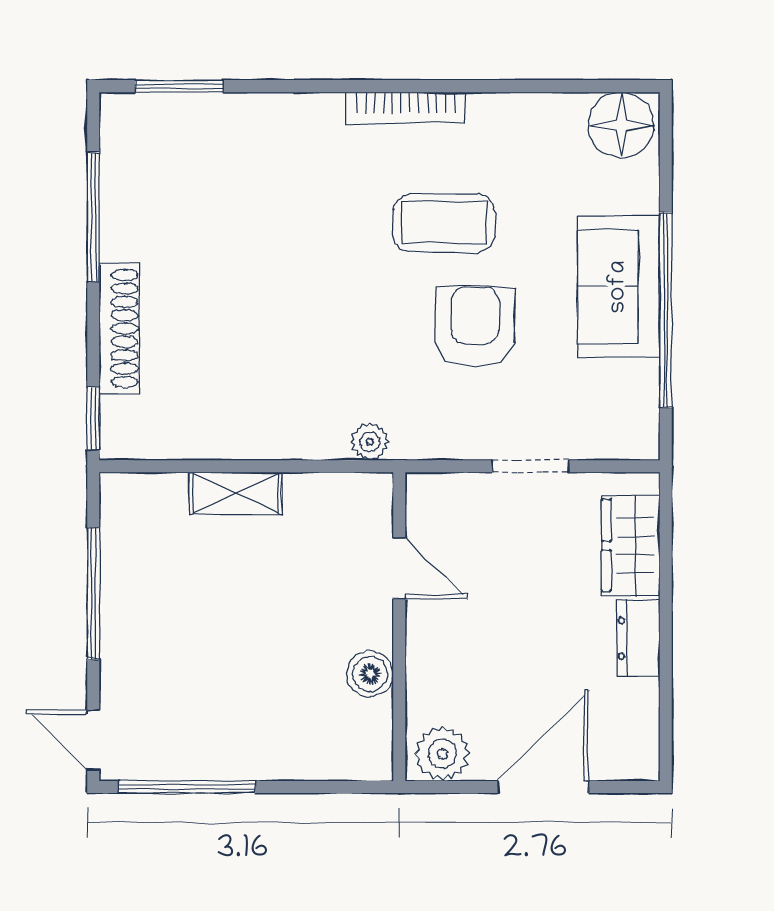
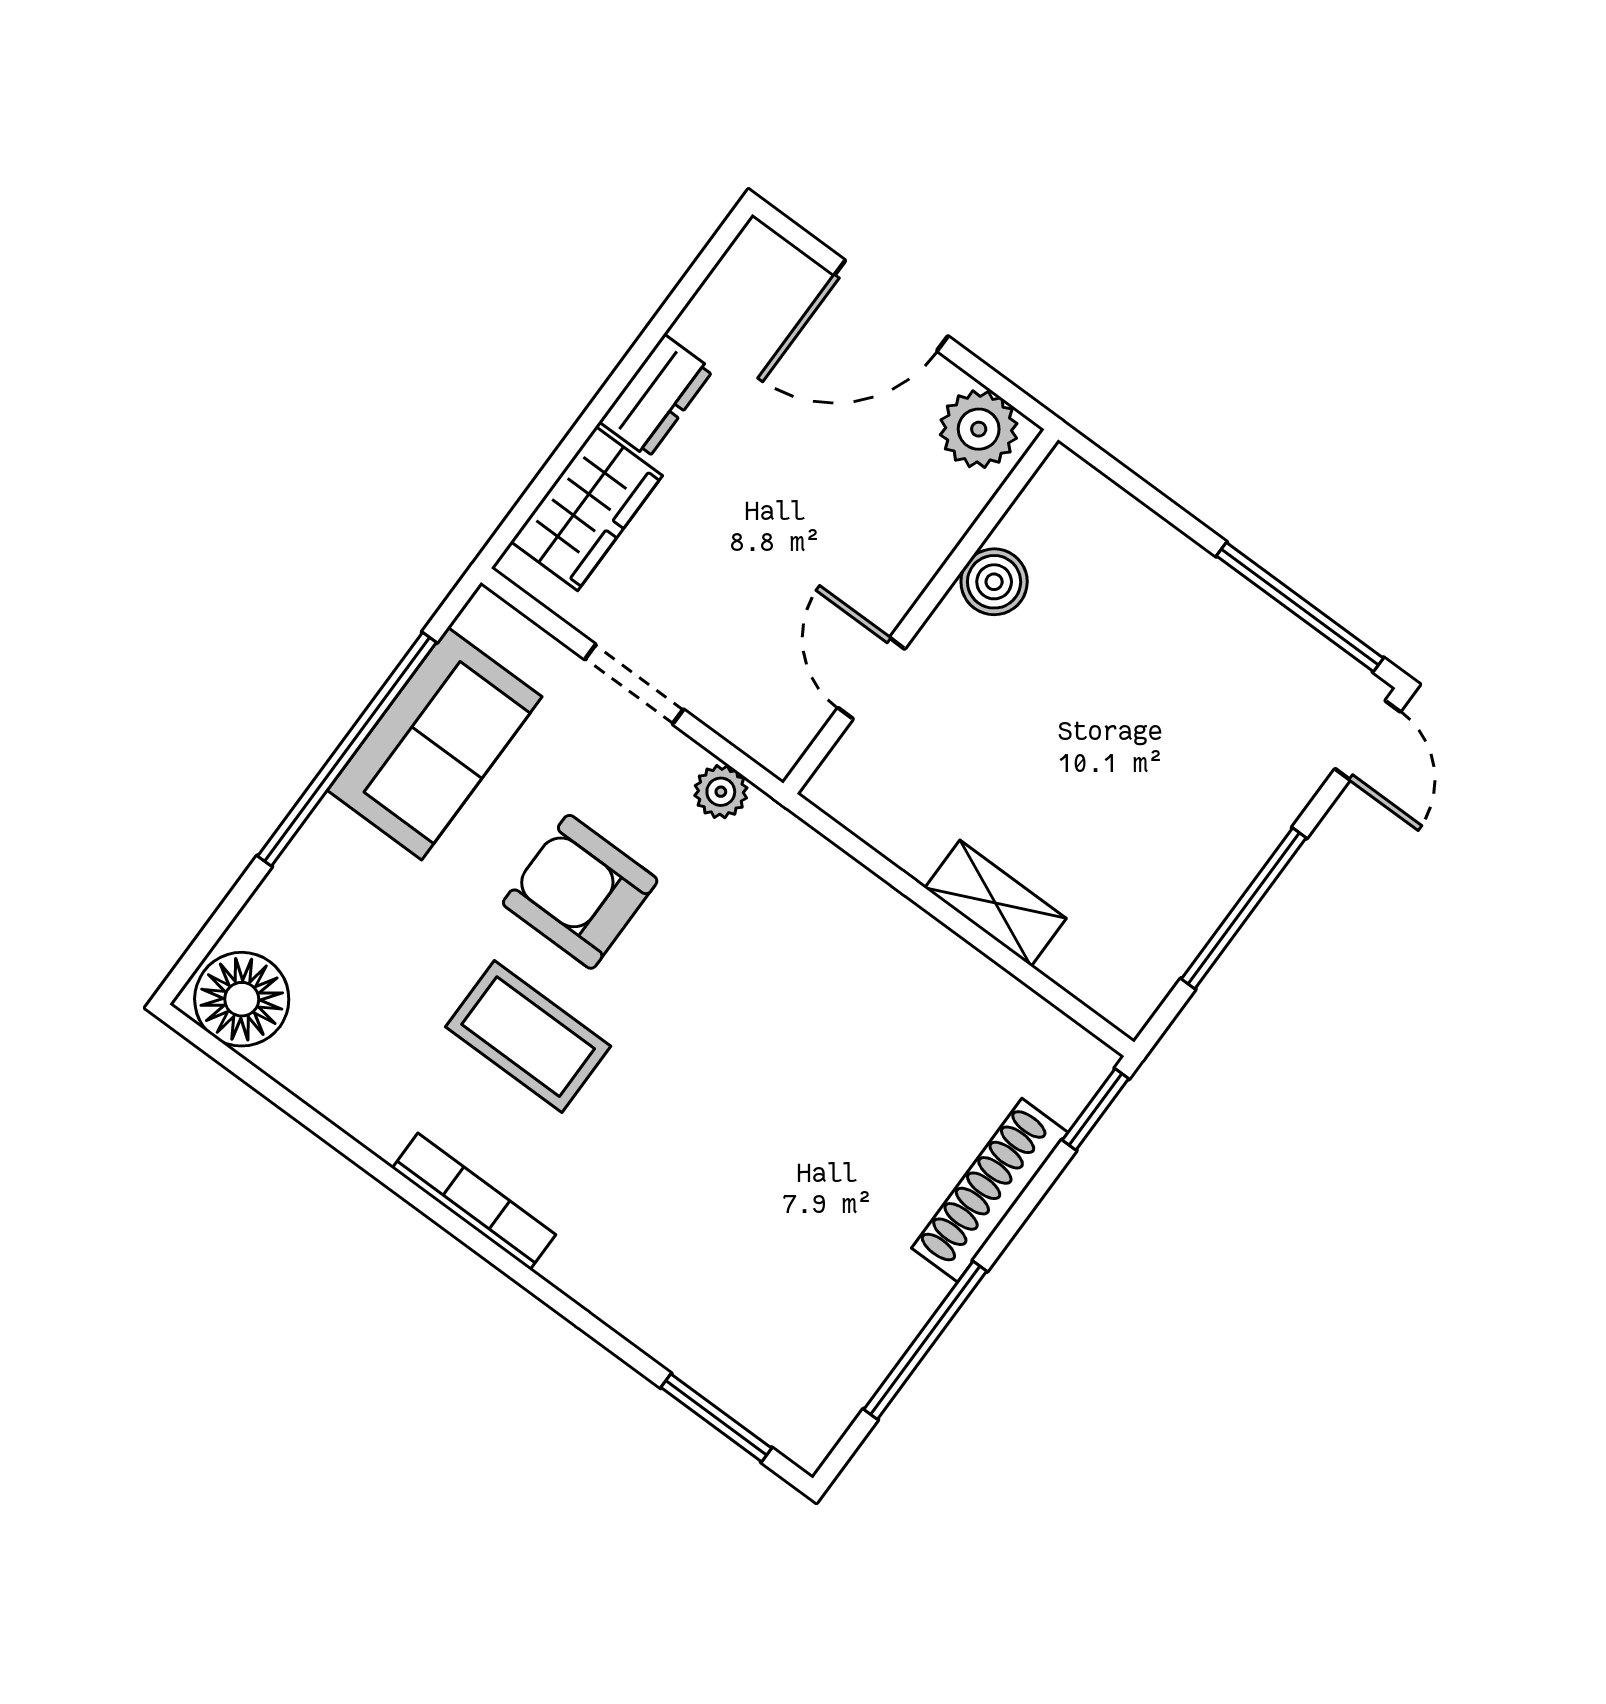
sofa: (619, 287) -> (435, 744), moved
armchair: (475, 327) -> (580, 892), turned 89
plant: (370, 442) -> (721, 792), moved

